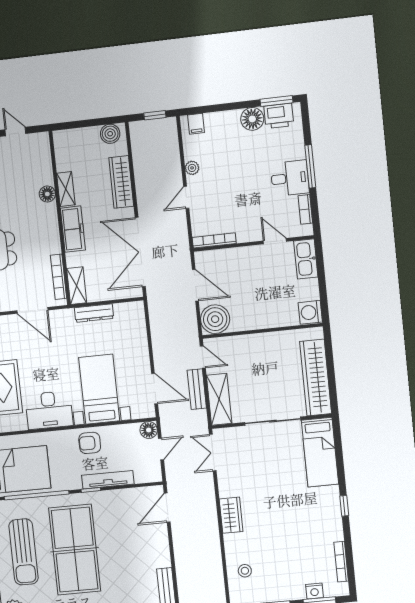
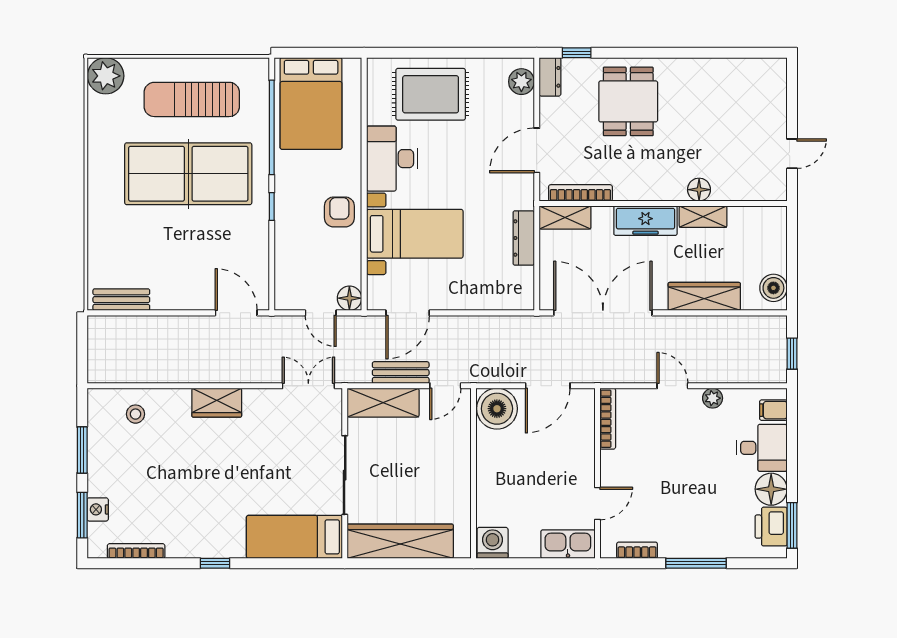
desk: (290, 178) -> (762, 448), moved, turned -90
tv unit: (108, 480) -> (284, 232), removed

